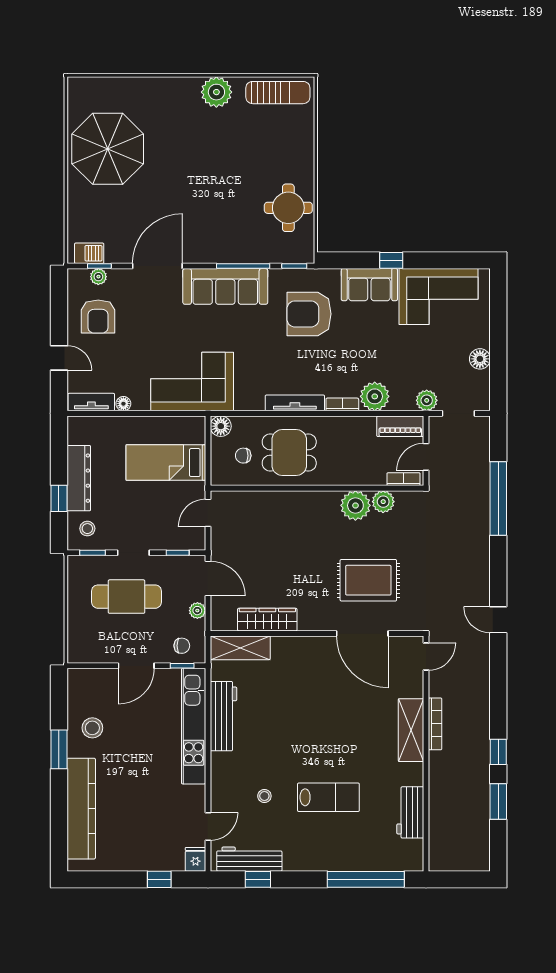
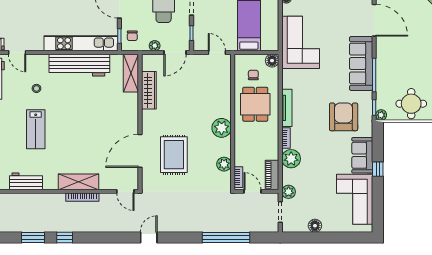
plant: (306, 255) -> (381, 115), added
plant: (355, 505) -> (222, 128), moved
workbench: (223, 716) -> (79, 65), width x1.36, depth x1.32

